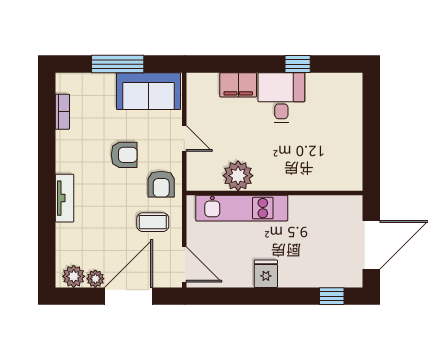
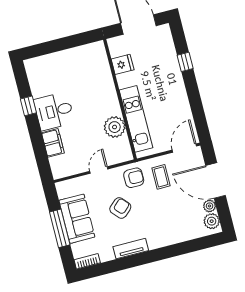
sofa: (149, 91) -> (77, 219), moved
bookcase: (62, 112) -> (87, 261), moved
armchair: (124, 155) -> (120, 208), turned 48
tv unit: (64, 198) -> (131, 249), moved
fridge: (266, 274) -> (123, 64), moved, turned 180
window: (332, 296) -> (185, 62), moved

